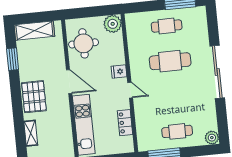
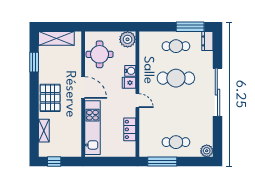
dresser: (201, 17) -> (207, 41), added
water cooler: (119, 58) -> (130, 71), added

